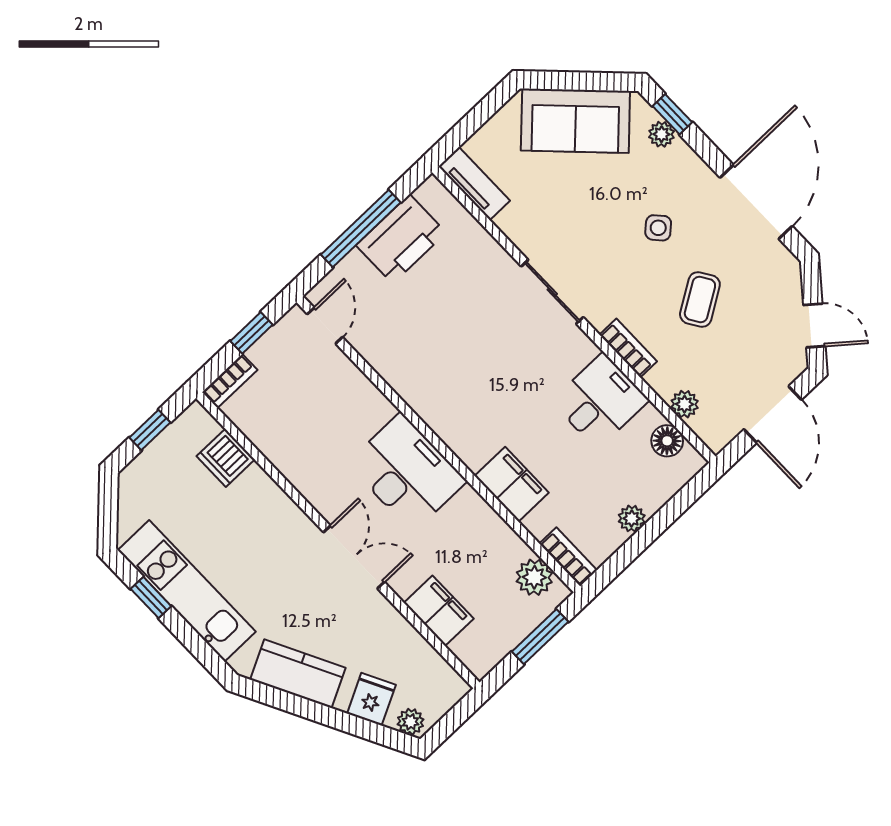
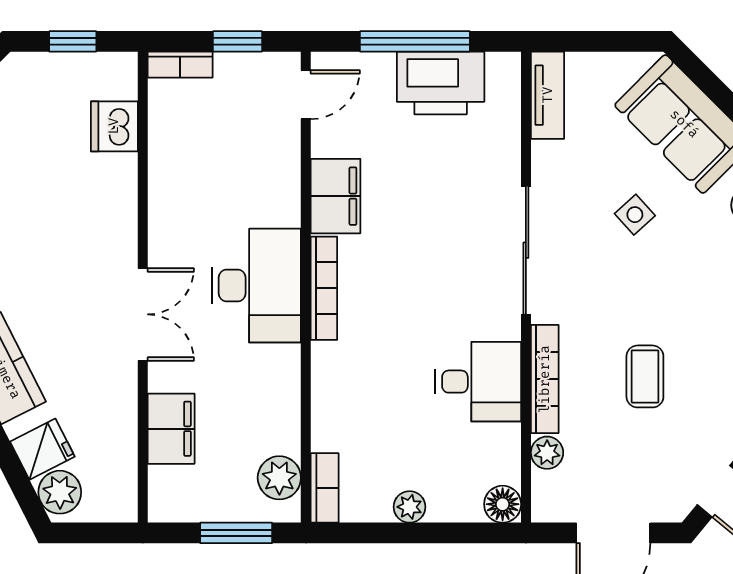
side table: (658, 228) -> (635, 215), moved
sliding door: (552, 292) -> (526, 250), width x1.37
coffee table: (700, 299) -> (645, 376), turned -58
bookcase: (628, 348) -> (545, 379), width x1.56
bookcase: (450, 434) -> (324, 288), added
floor lamp: (667, 441) -> (503, 504), moved
filing cabinet: (512, 484) -> (336, 196), moved
plant: (410, 722) -> (60, 492), width x1.38, depth x1.38

